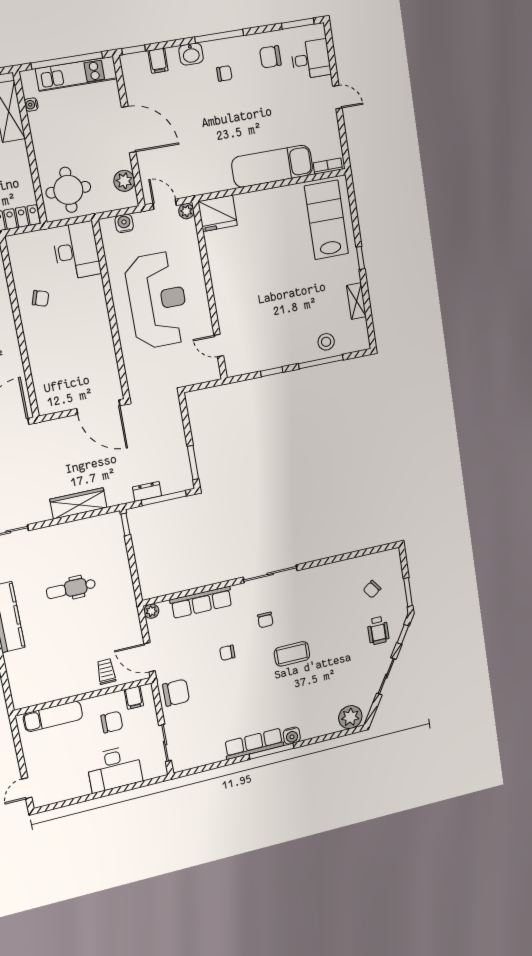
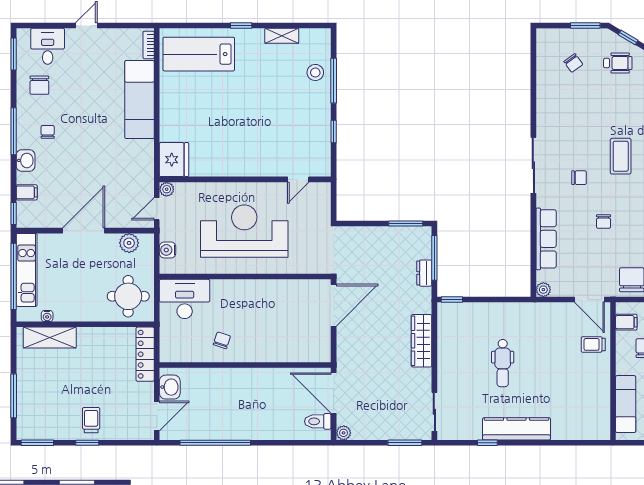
door: (150, 657) -> (589, 300), hinge flipped

